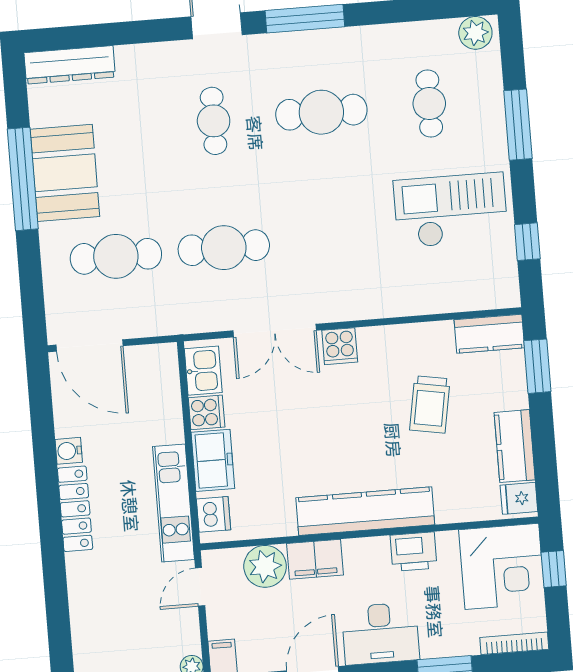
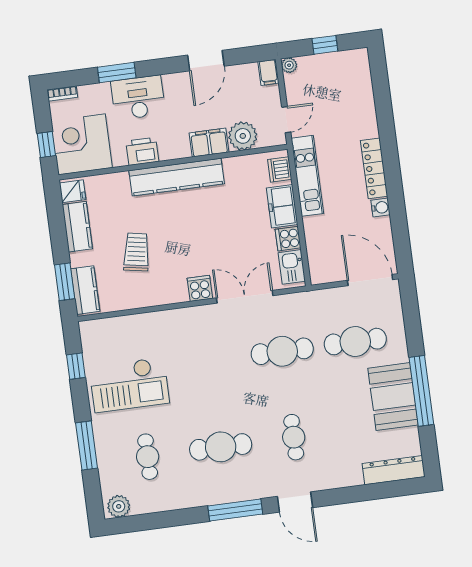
kitchen counter: (489, 334) -> (85, 290), moved, turned 90
desk: (380, 634) -> (138, 98), moved
bookcase: (514, 643) -> (62, 94), width x0.64

